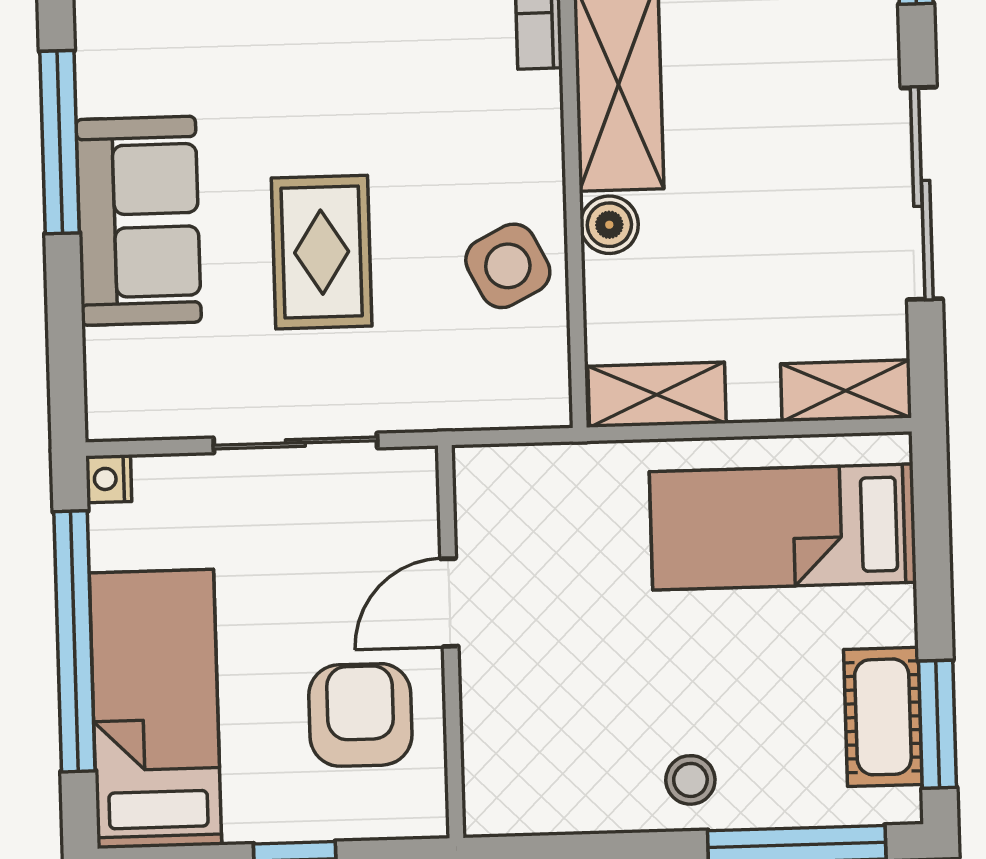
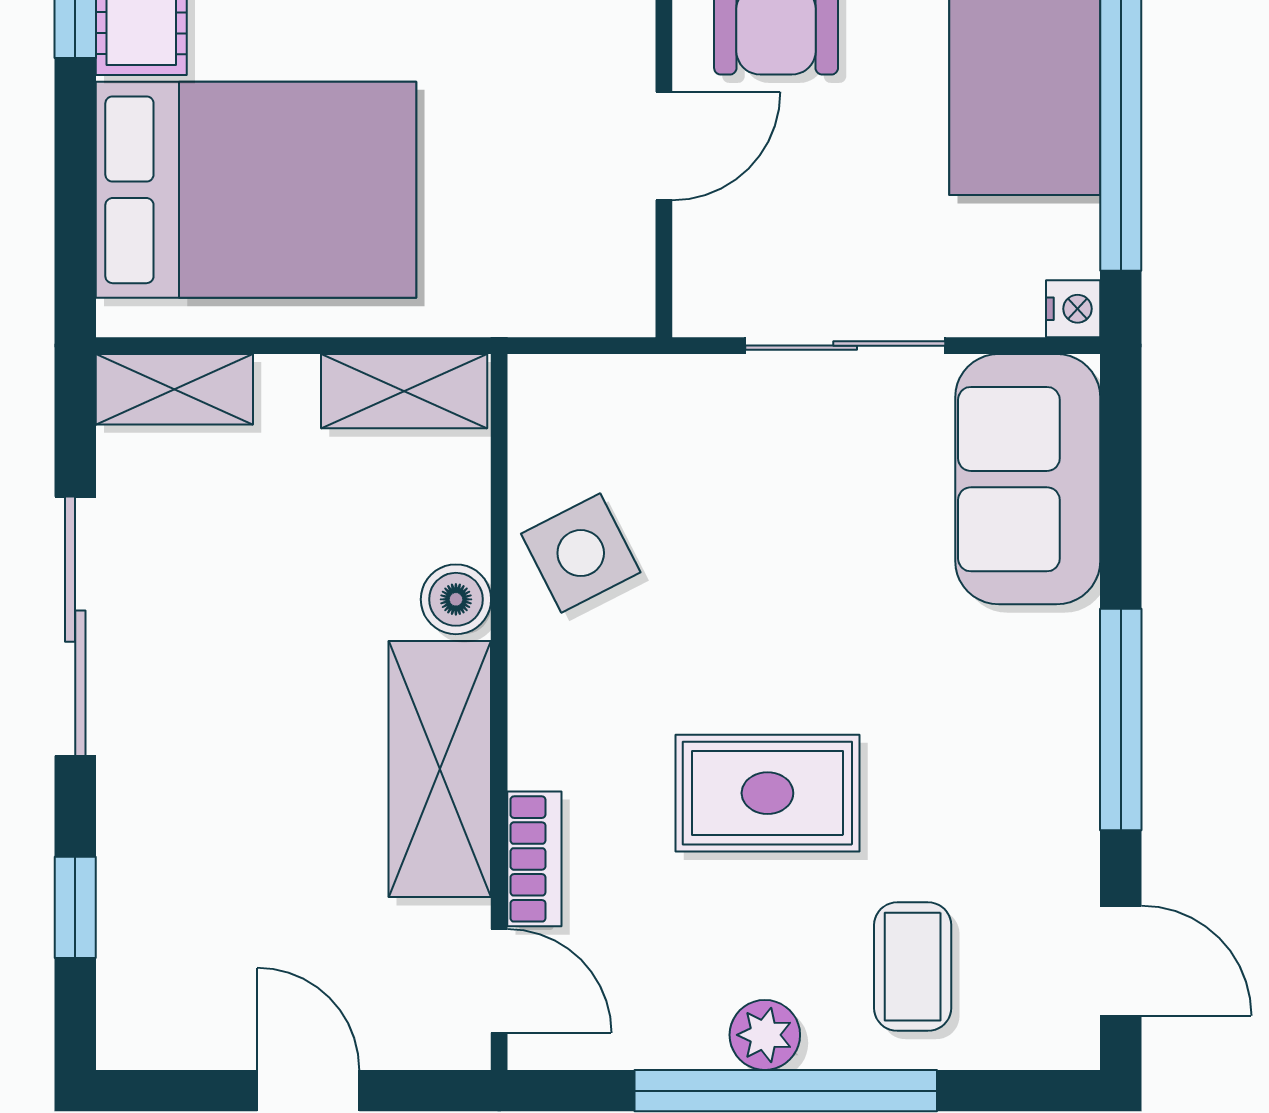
sofa: (139, 221) -> (1028, 479), moved
rug: (322, 252) -> (767, 793), moved, turned 90
bed: (783, 527) -> (256, 190), width x1.50

